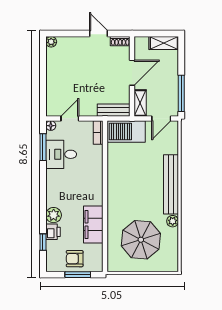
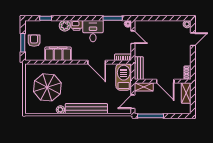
door: (99, 34) -> (193, 39), moved
shelving: (164, 43) -> (186, 93), moved
door: (161, 118) -> (133, 102), hinge flipped
desk: (61, 154) -> (93, 31), moved
door: (105, 170) -> (97, 62), added
printer: (53, 232) -> (77, 25), moved

